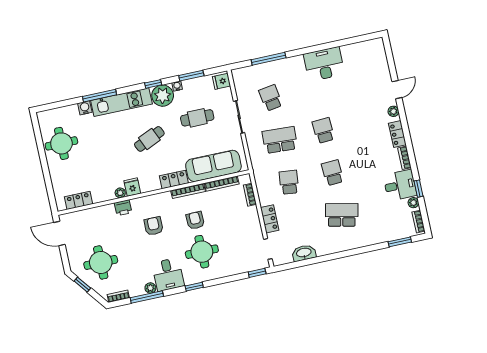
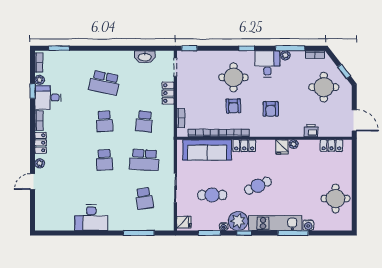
printer: (123, 208) -> (311, 131), moved

